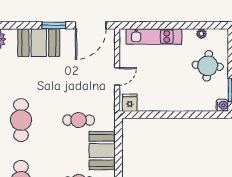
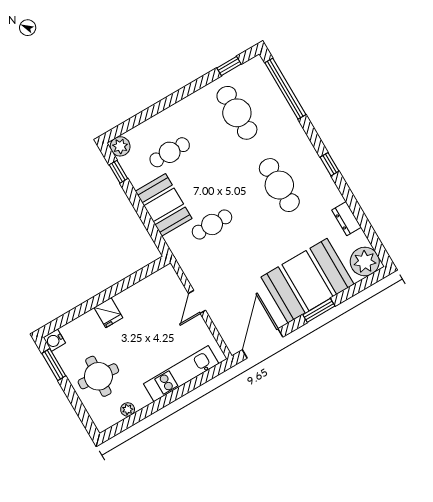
window: (54, 25) -> (319, 310), moved
booth: (39, 43) -> (307, 281), width x1.36, depth x1.42
fridge: (130, 103) -> (108, 313), moved

